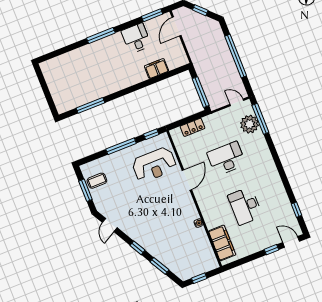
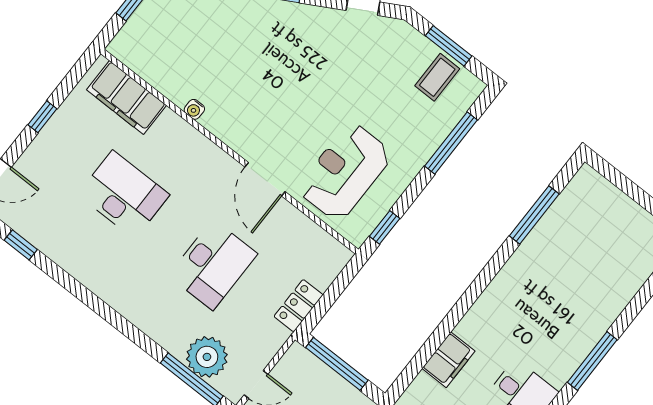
locker: (192, 127) -> (298, 306), moved
window: (121, 146) -> (451, 143), moved
window: (271, 250) -> (42, 117), moved

